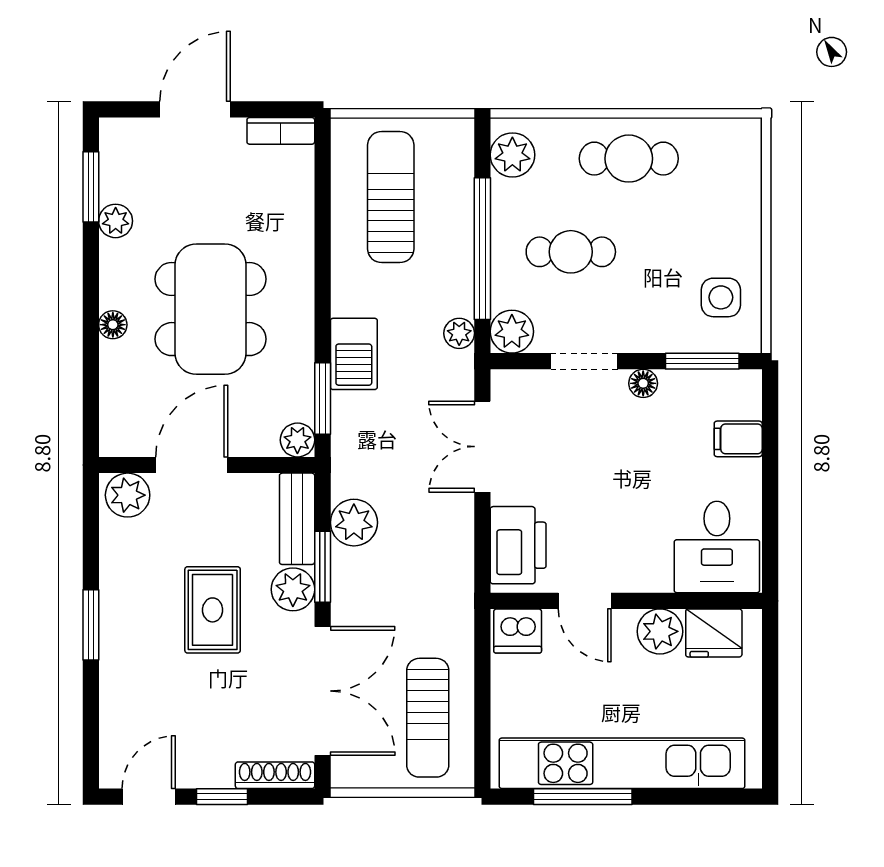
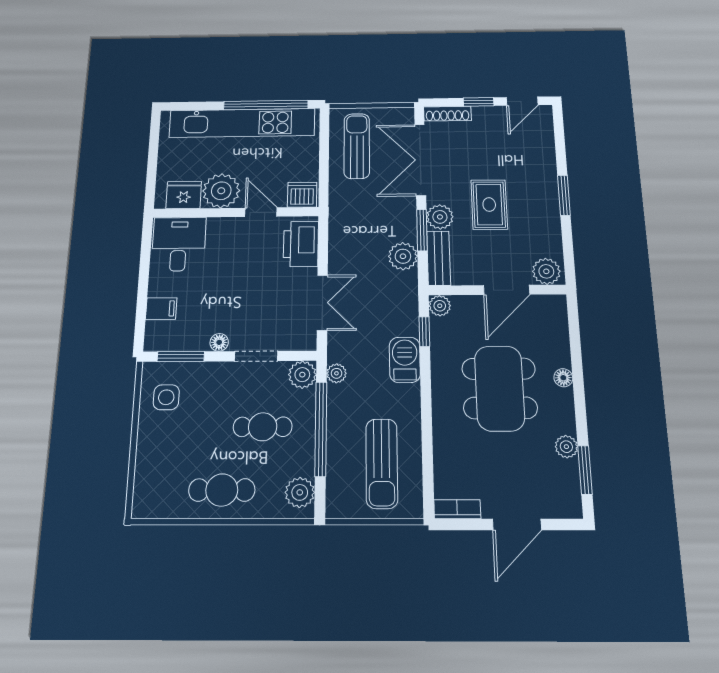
window: (323, 398) -> (424, 332), width x0.67
plant: (660, 631) -> (221, 191), width x1.36, depth x1.36
window: (583, 797) -> (266, 105), width x1.46

